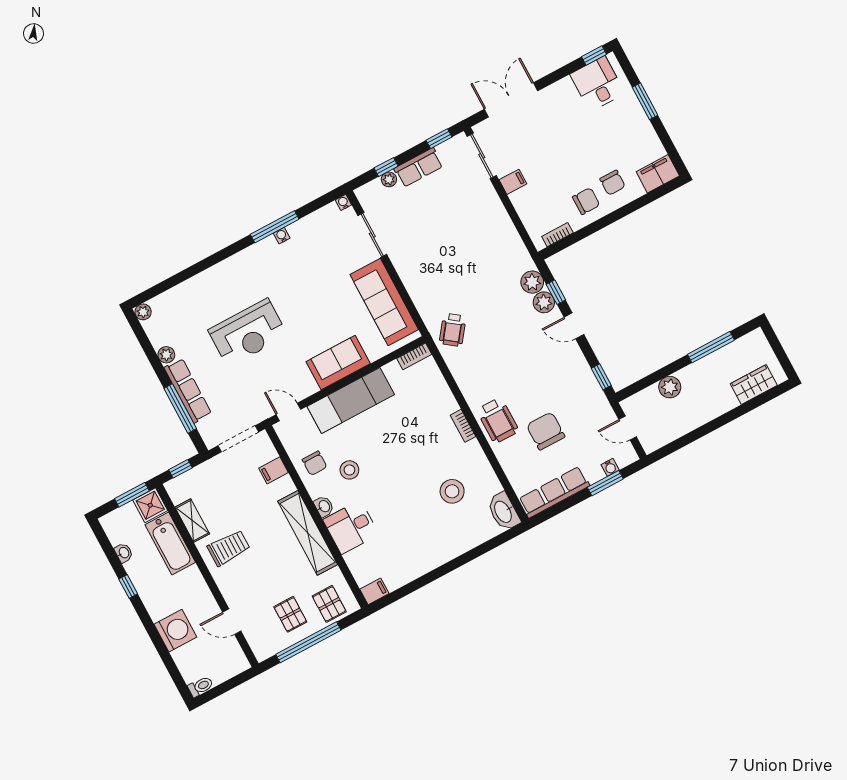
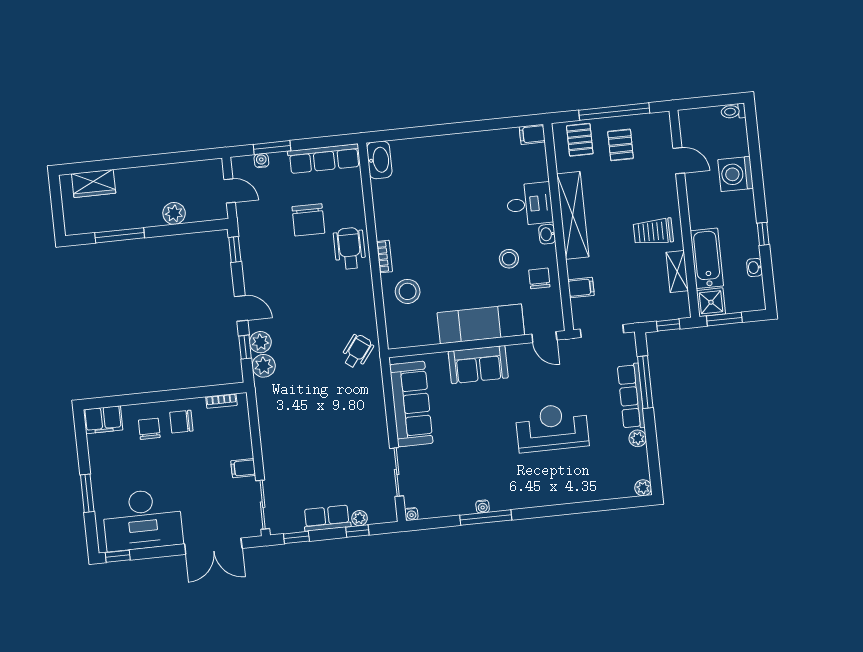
desk: (597, 84) -> (143, 520), width x1.87, depth x1.30
bookcase: (414, 356) -> (404, 341), removed
stool: (452, 491) -> (408, 291), moved

